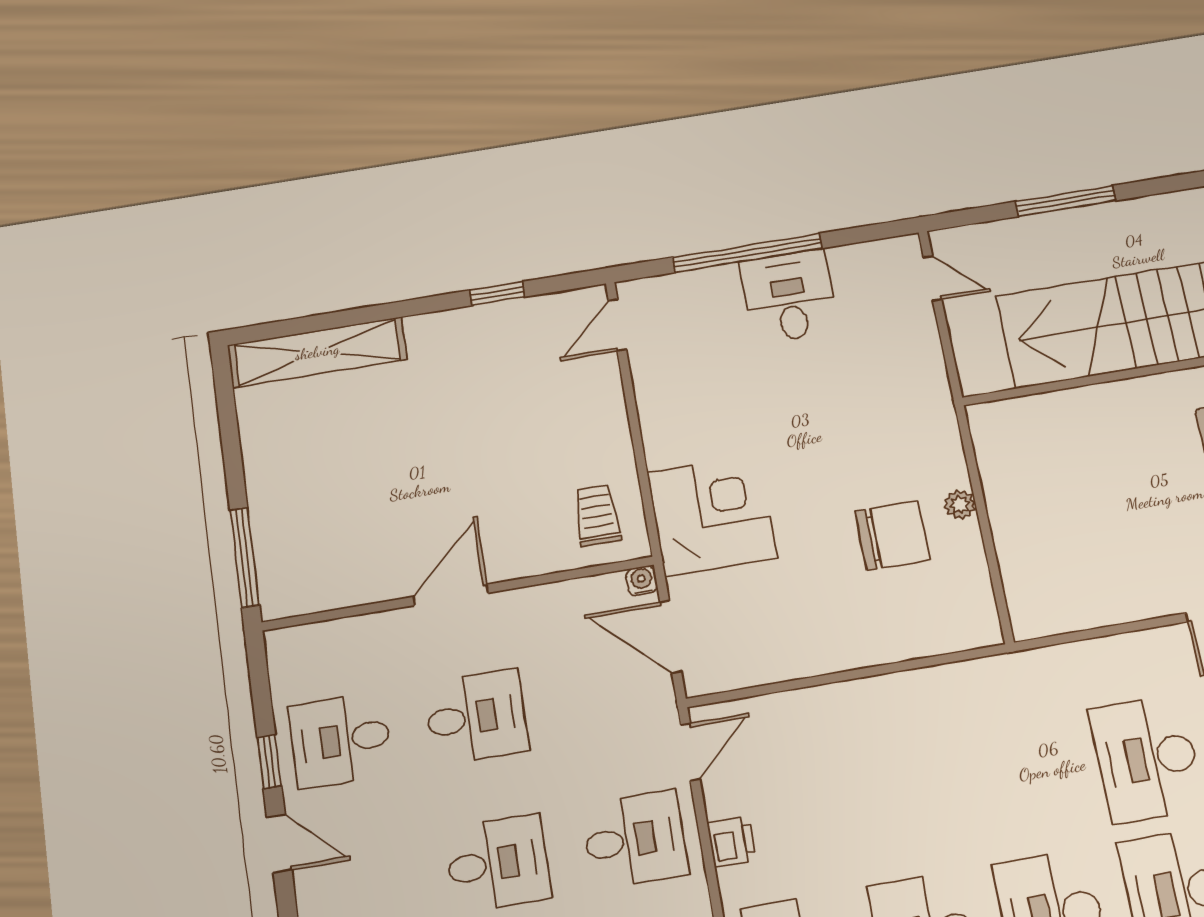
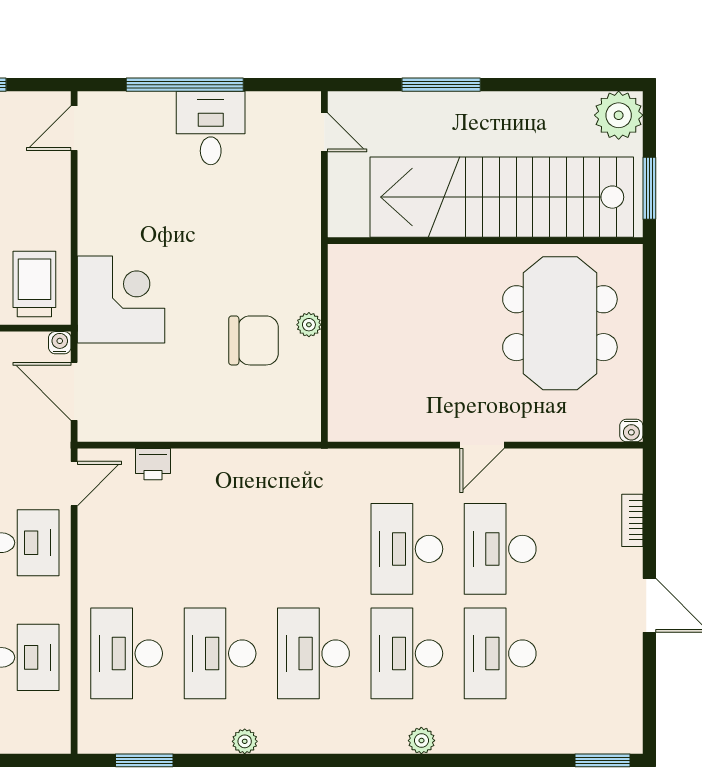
trolley: (597, 515) -> (34, 284), width x1.36, depth x1.39
printer: (732, 841) -> (153, 464), moved, turned 90

